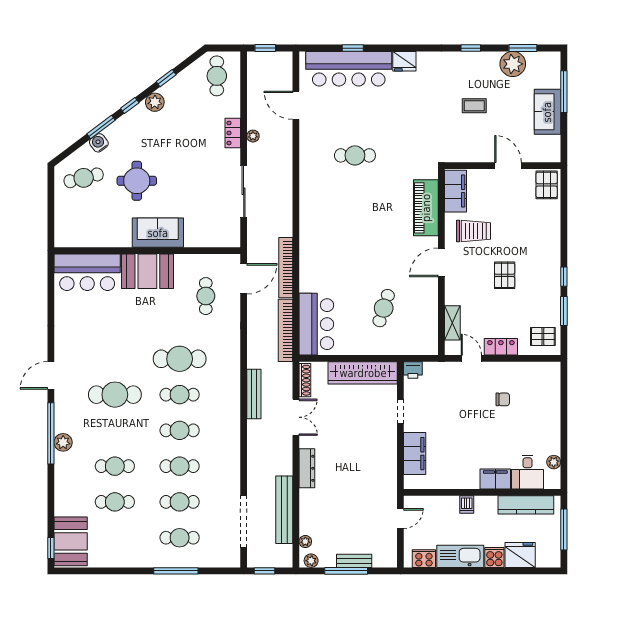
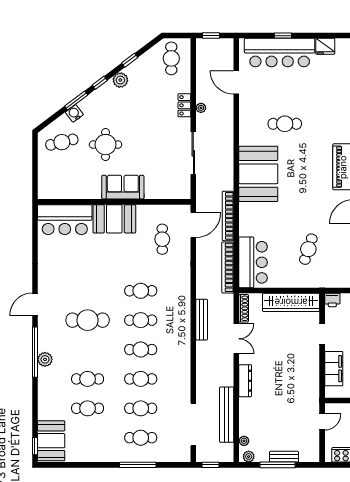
booth: (323, 216) -> (258, 174), added
cafe table: (180, 359) -> (141, 291), width x0.73, depth x0.74

